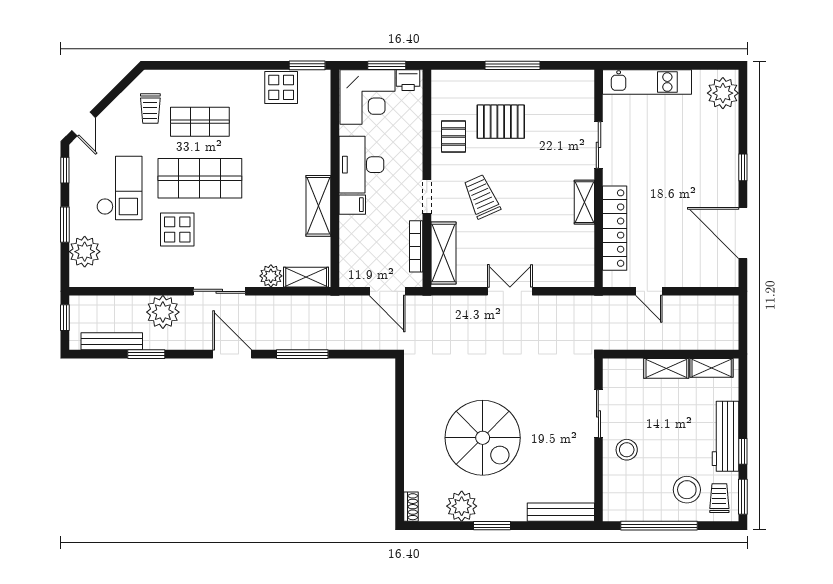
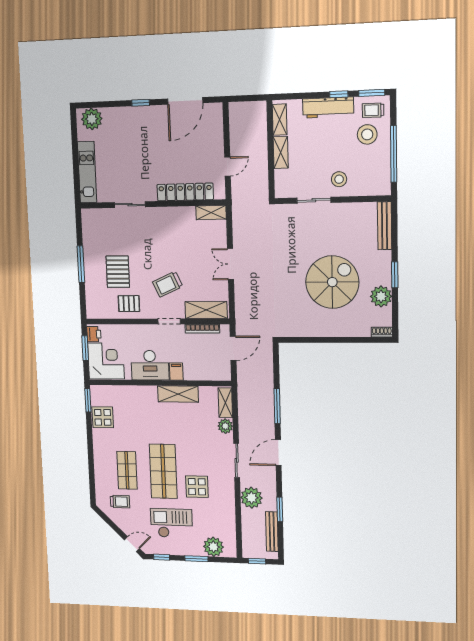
shelving: (584, 202) -> (211, 213), moved

